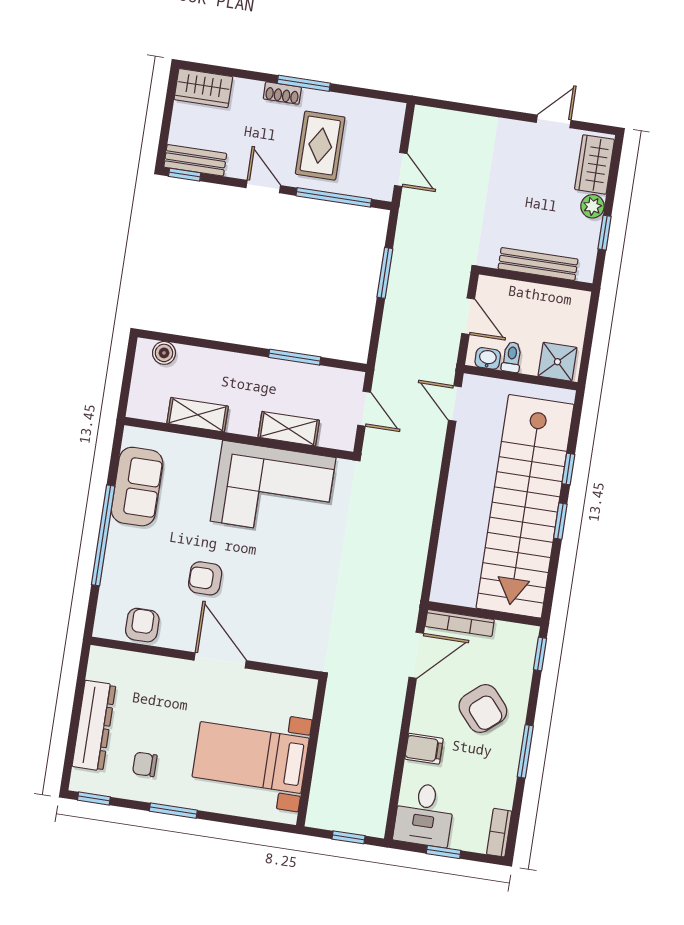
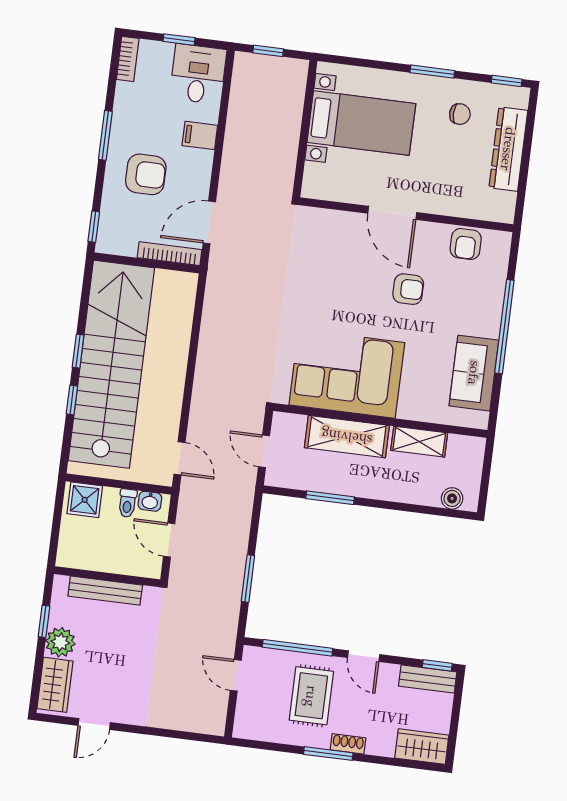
plant: (593, 206) -> (60, 642), width x1.38, depth x1.38
shelving: (289, 429) -> (347, 437), width x1.50, depth x1.33
armchair: (483, 709) -> (146, 174), turned 131

